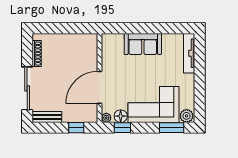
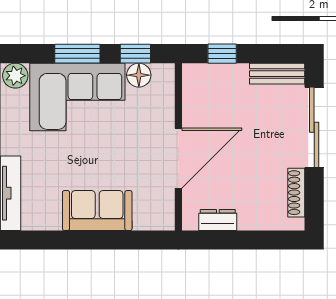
dresser: (79, 39) -> (218, 220), added
door: (100, 87) -> (178, 158), moved
plant: (106, 118) -> (166, 72), removed
window: (172, 128) -> (77, 54), moved

